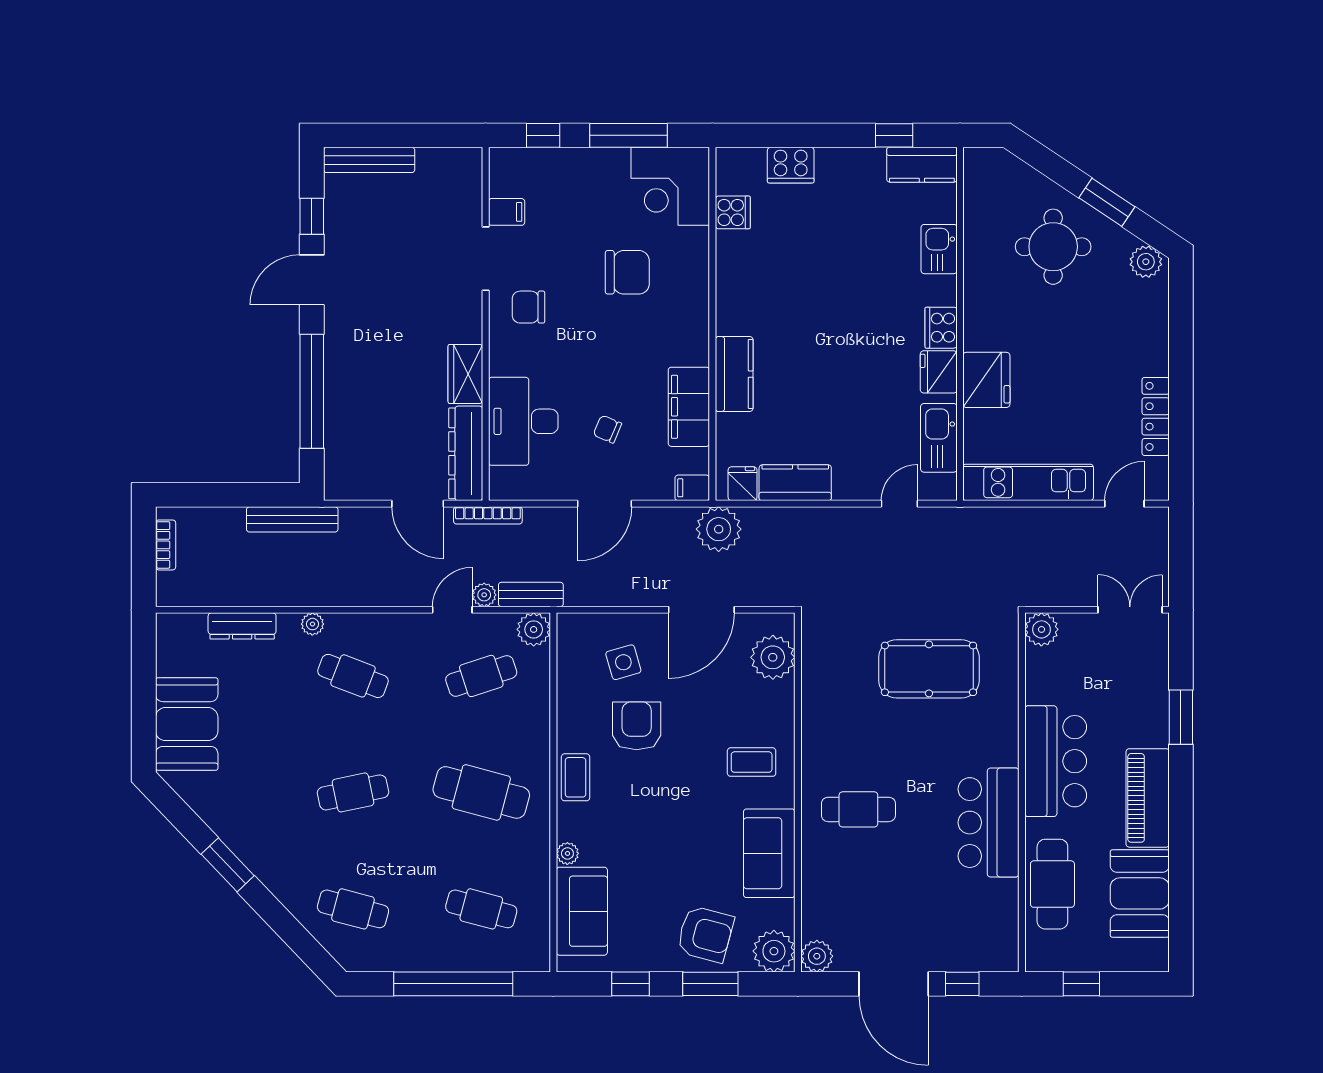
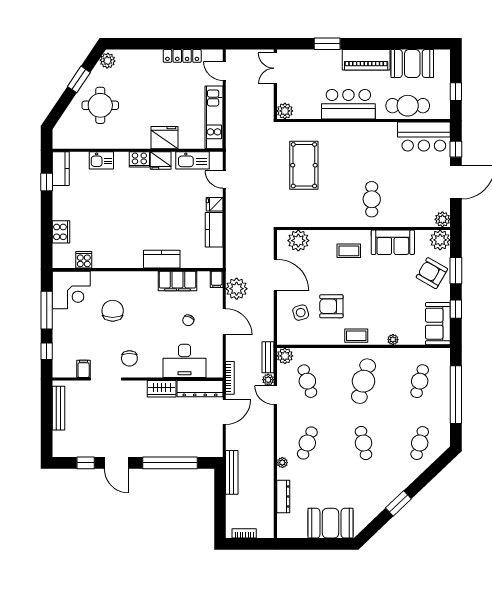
bench: (369, 160) -> (58, 408), moved
fridge: (743, 484) -> (215, 204), moved
plant: (719, 529) -> (237, 289), moved
coffee table: (752, 762) -> (349, 251), turned 90
bar counter: (989, 823) -> (424, 136), moved
sofa: (582, 911) -> (438, 324), moved, turned -90
armchair: (705, 934) -> (432, 273), turned -75

